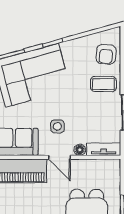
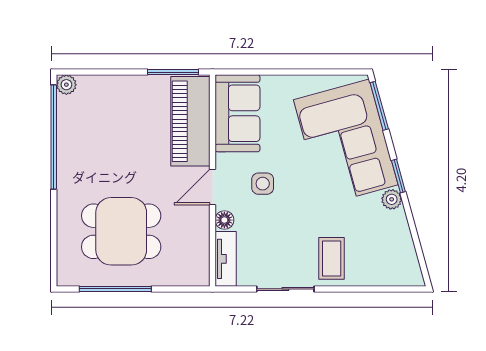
plant: (67, 47) -> (392, 199), added
armchair: (106, 54) -> (380, 263), removed

